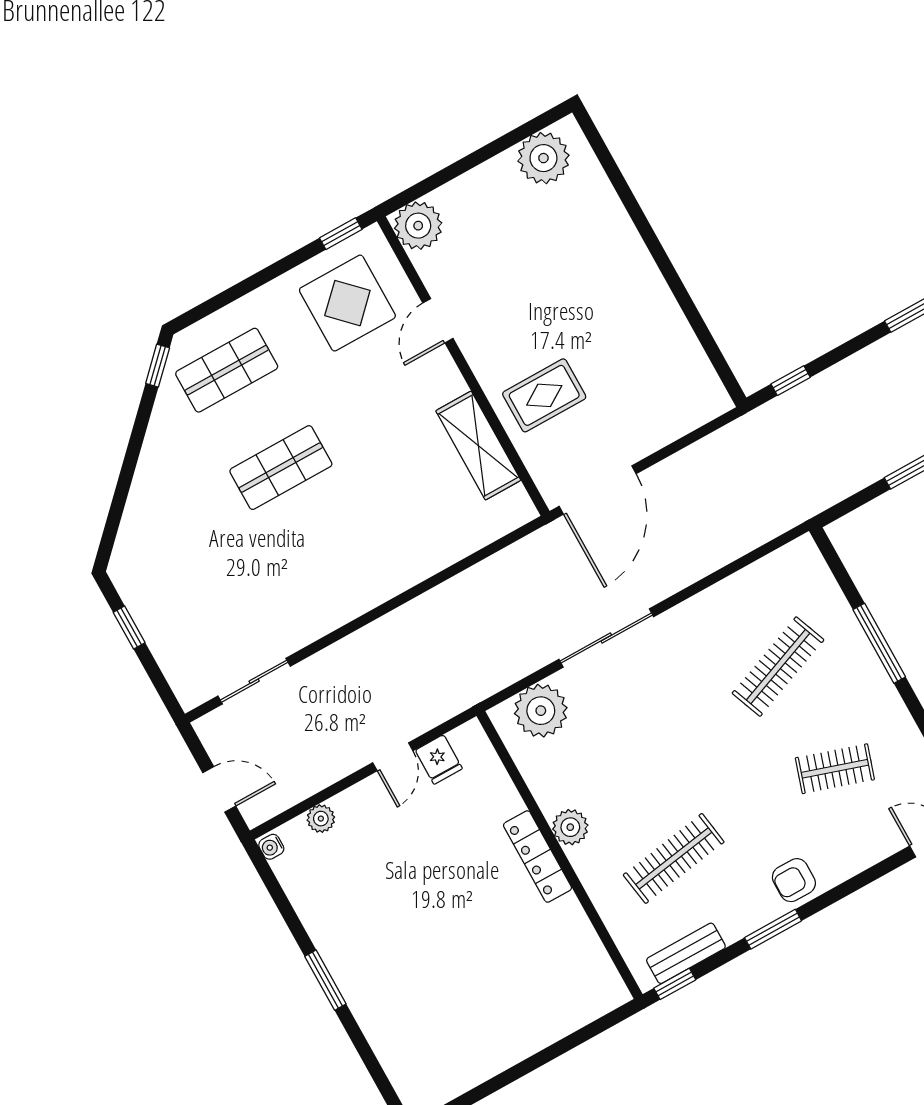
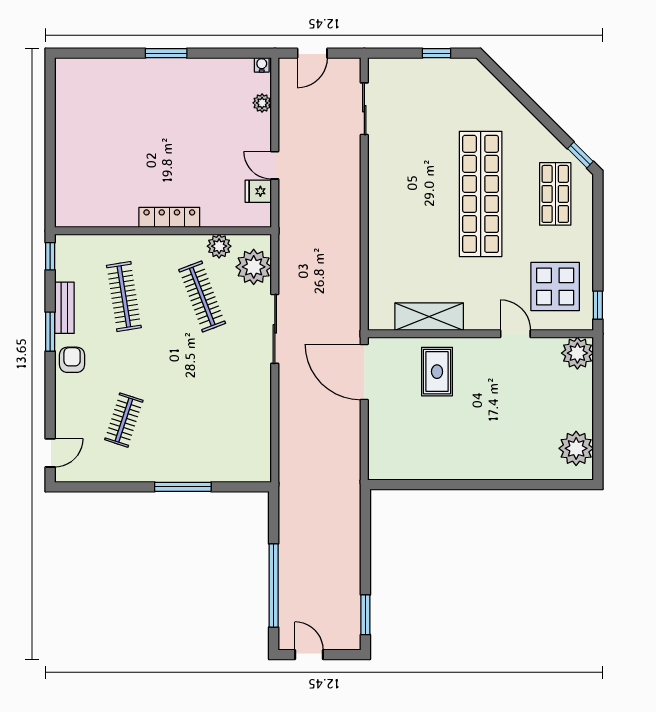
window: (791, 381) -> (365, 521), removed
shop shelf: (281, 468) -> (481, 194), width x2.00, depth x1.36
clothes rail: (778, 667) -> (202, 297), moved
plant: (570, 827) -> (219, 246), moved
bench: (686, 953) -> (64, 308), moved

